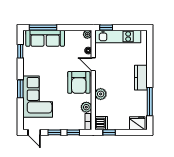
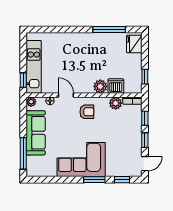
sofa: (45, 38) -> (36, 133), moved
window: (20, 51) -> (122, 180), moved
door: (93, 64) -> (66, 95), swing flipped
kitchen counter: (141, 78) -> (81, 40), removed
armchair: (79, 82) -> (87, 112), width x0.53, depth x0.53
corner sofa: (38, 97) -> (81, 160), moved
dishwasher: (101, 123) -> (116, 86), moved

